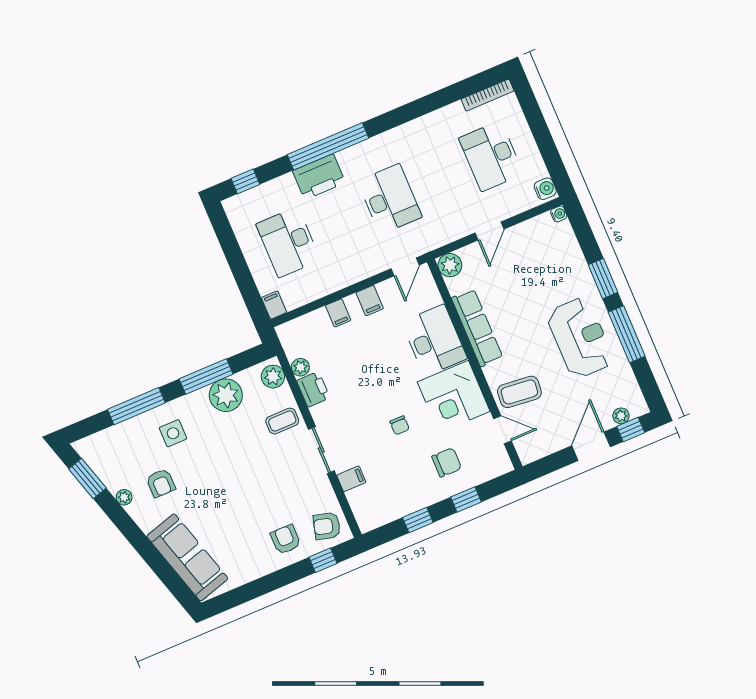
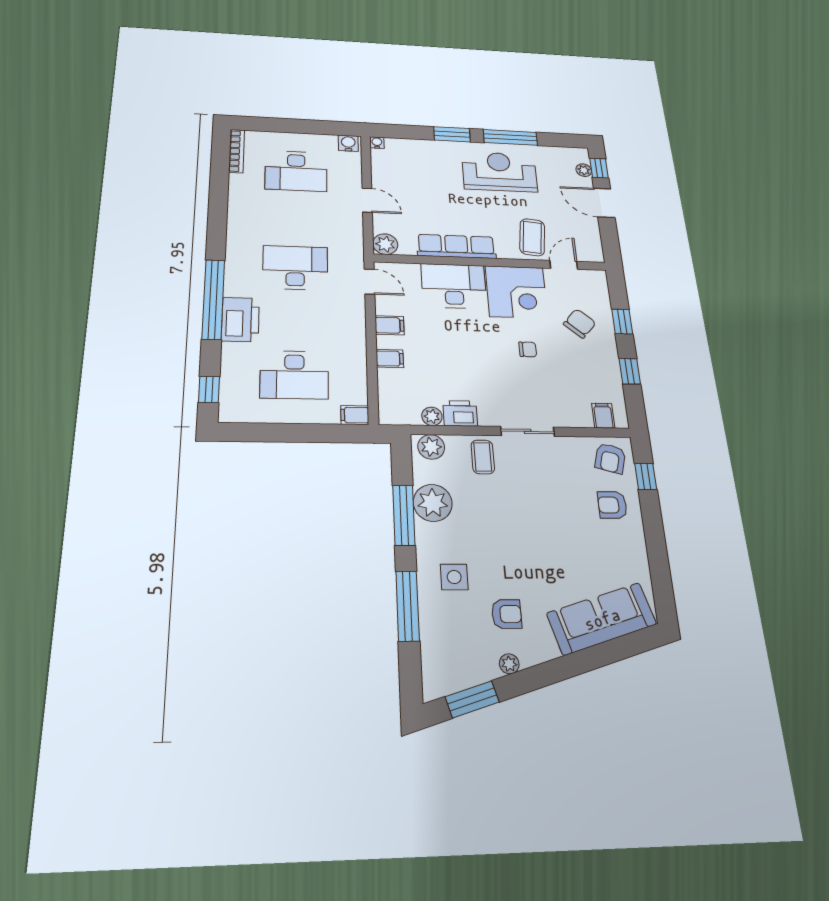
chair: (447, 462) -> (580, 323), turned 41
filing cabinet: (351, 479) -> (603, 416), moved

